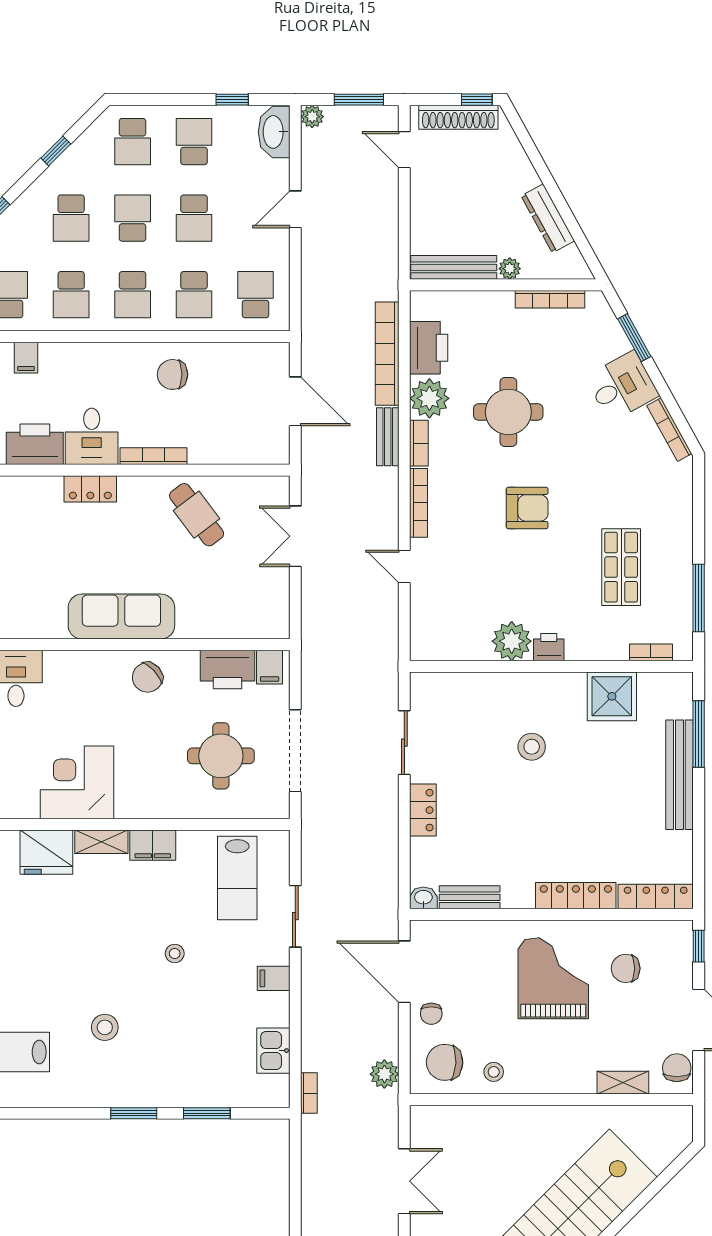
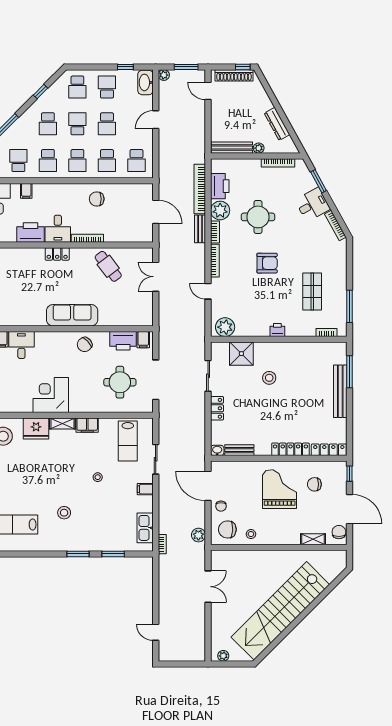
school desk: (255, 295) -> (137, 161), turned 180
plant: (512, 641) -> (225, 327), moved
shower: (612, 696) -> (241, 354), moved
kitchen sink: (273, 1051) -> (145, 528), width x1.38

